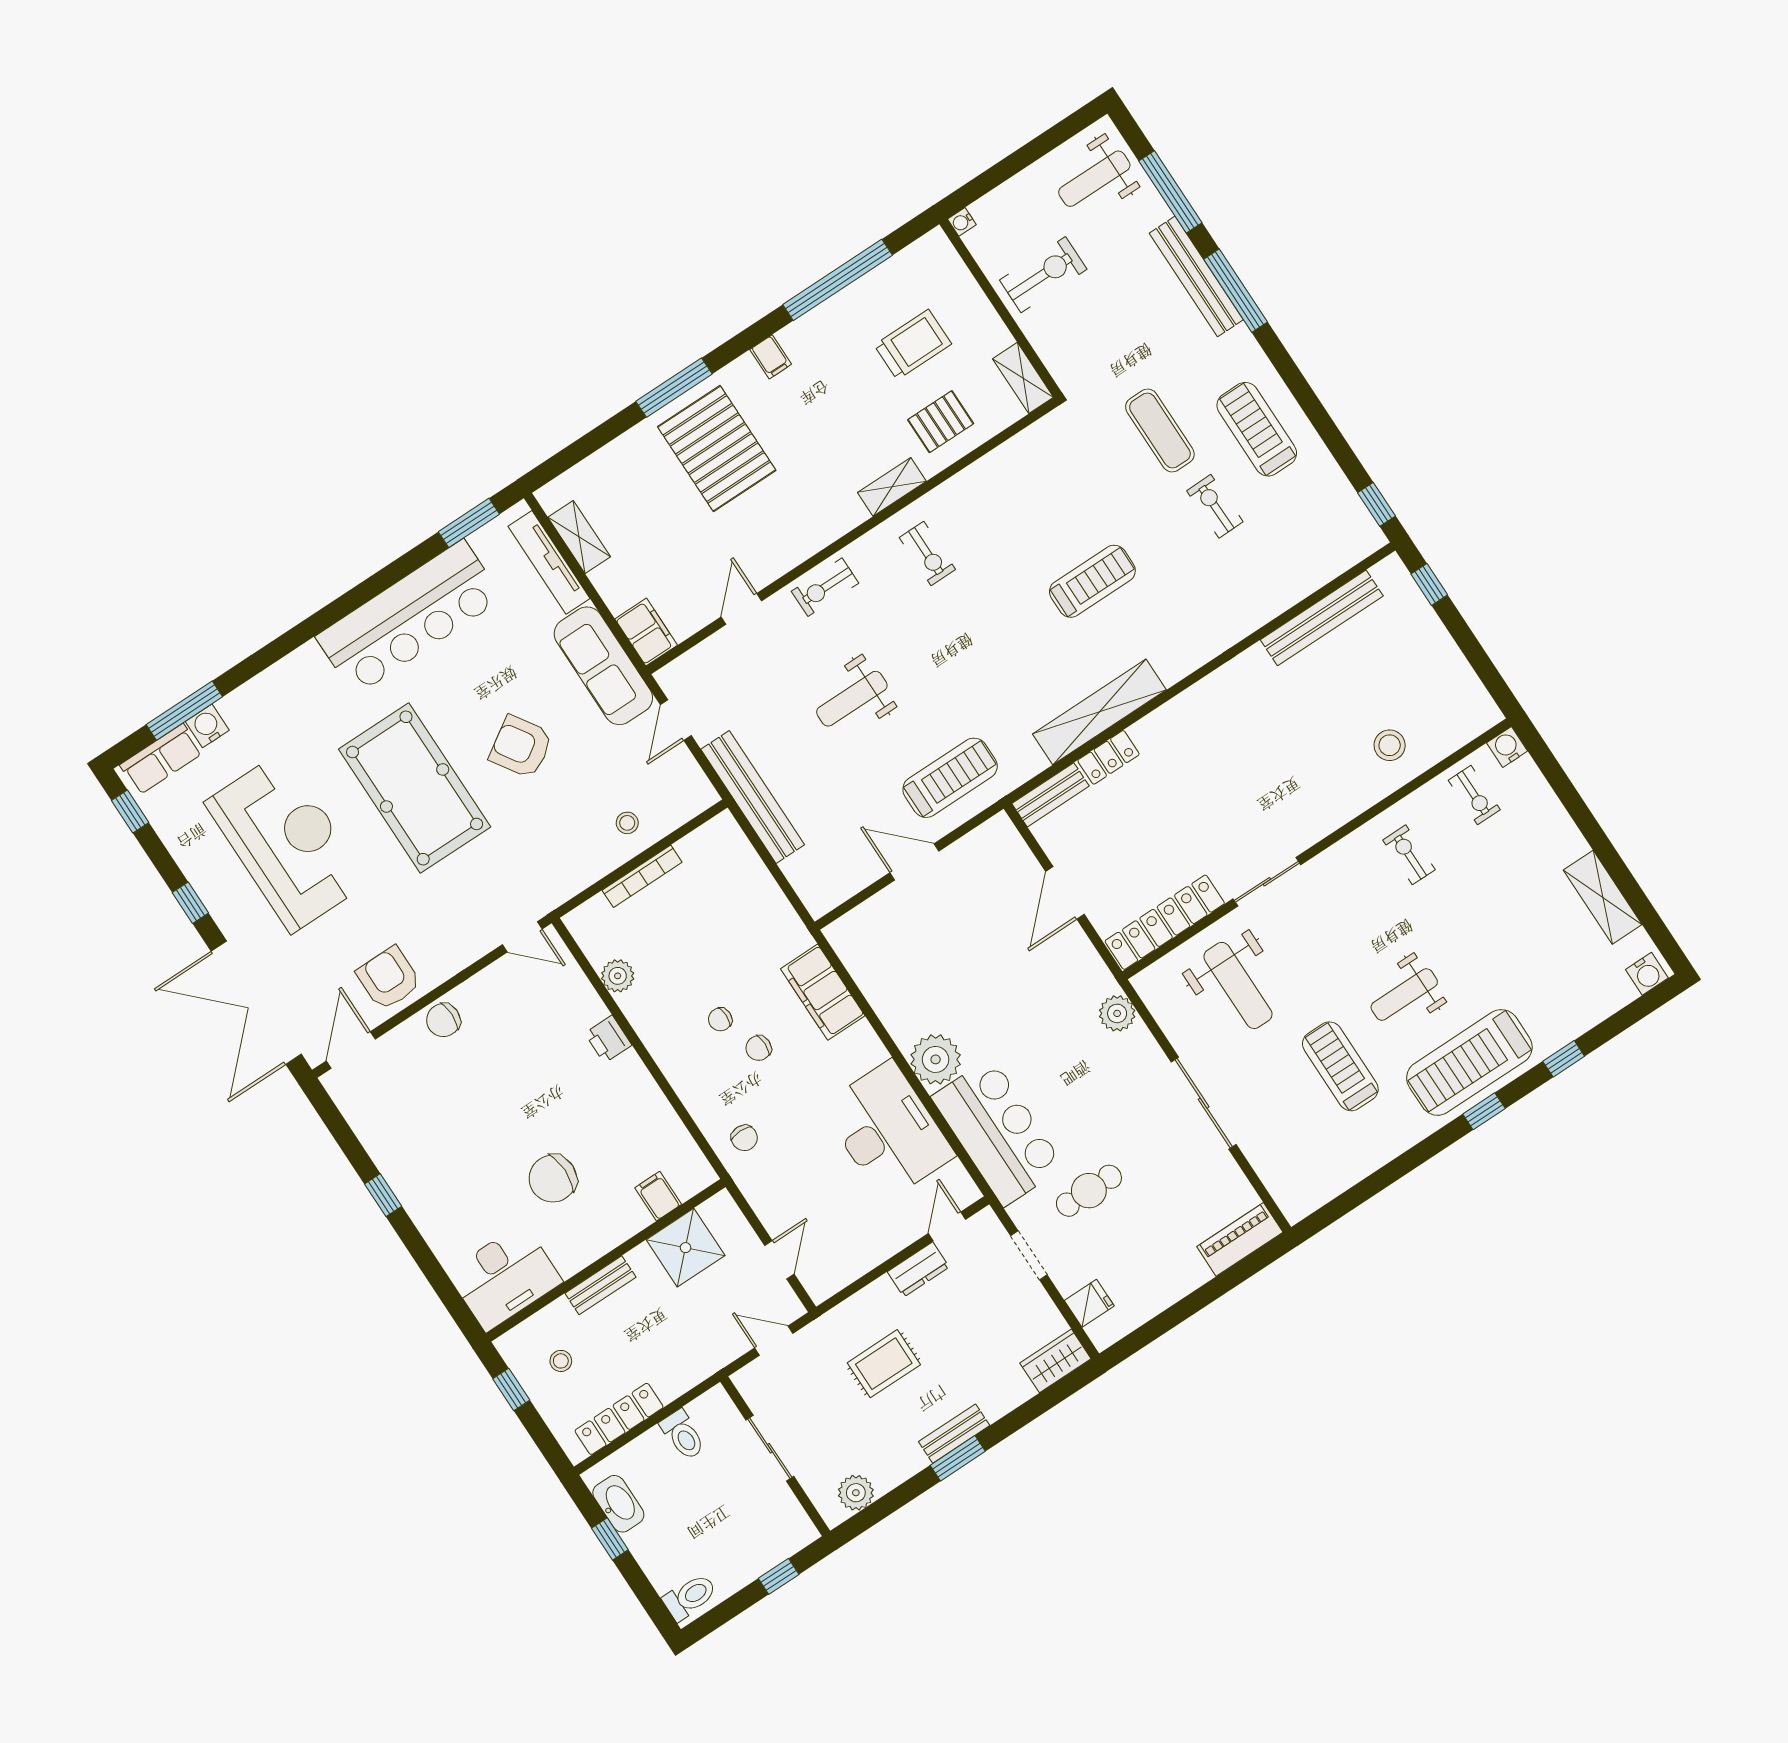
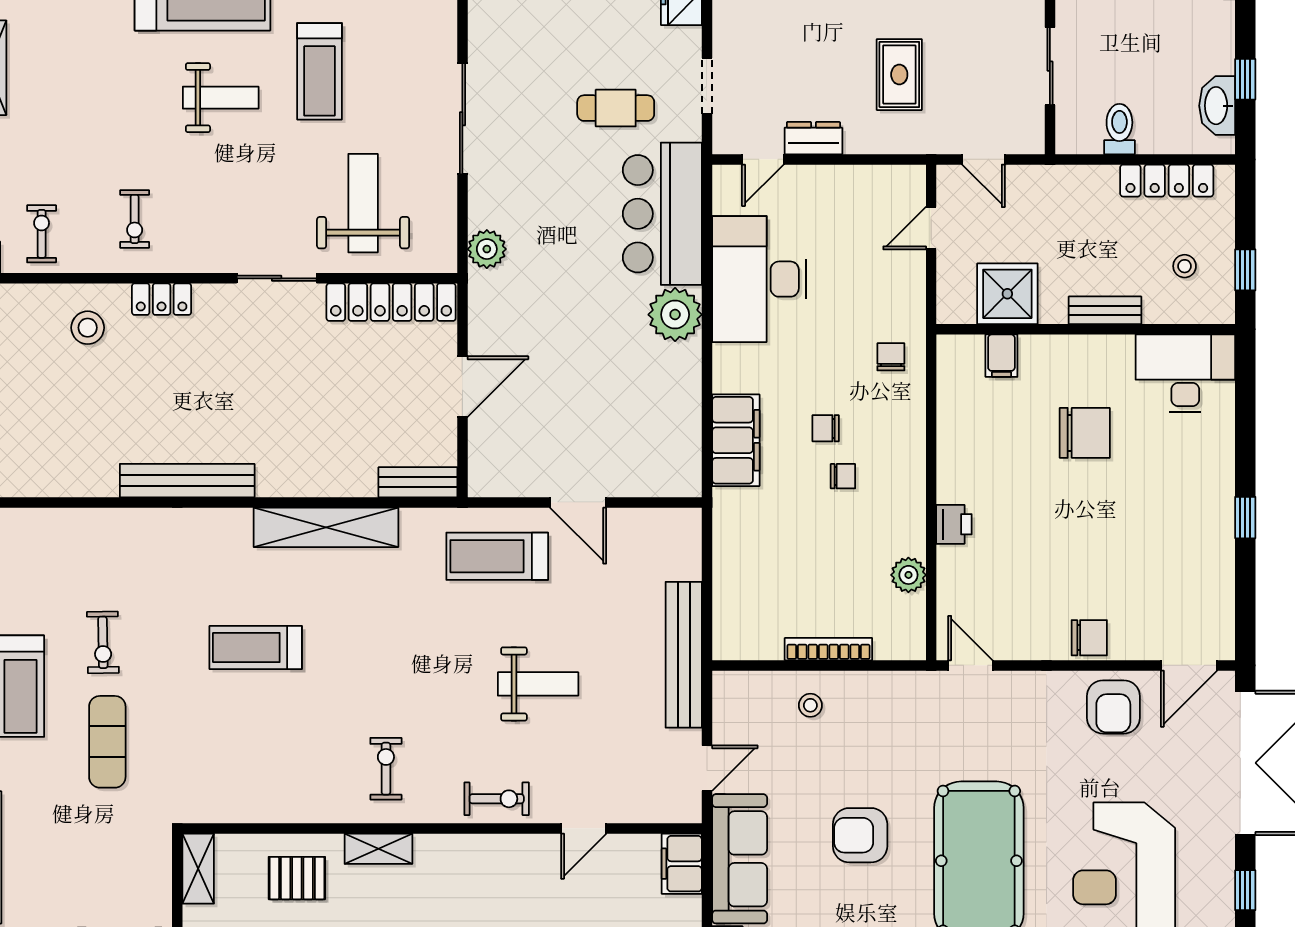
bench: (1322, 618) -> (187, 481), moved
armchair: (521, 747) -> (860, 835), turned 123
locker: (1108, 757) -> (162, 299), moved, turned 180
chair: (759, 1048) -> (826, 428), turned 180
rug: (884, 1364) -> (899, 75), turned 90

